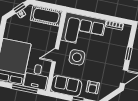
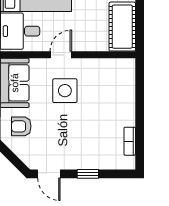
corner sofa: (83, 30) -> (111, 92), removed
door: (55, 55) -> (61, 55), hinge flipped

